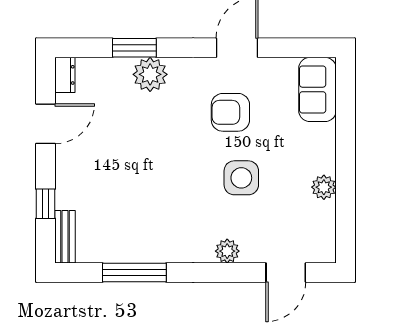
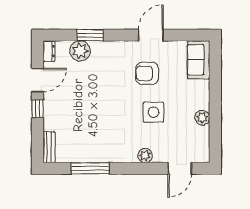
plant: (150, 74) -> (80, 51), moved
window: (46, 204) -> (37, 109), moved

